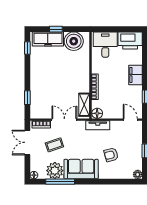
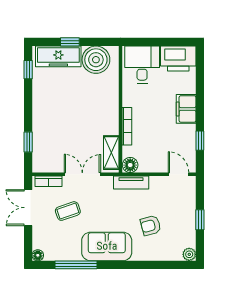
plant: (55, 171) -> (68, 249), removed

